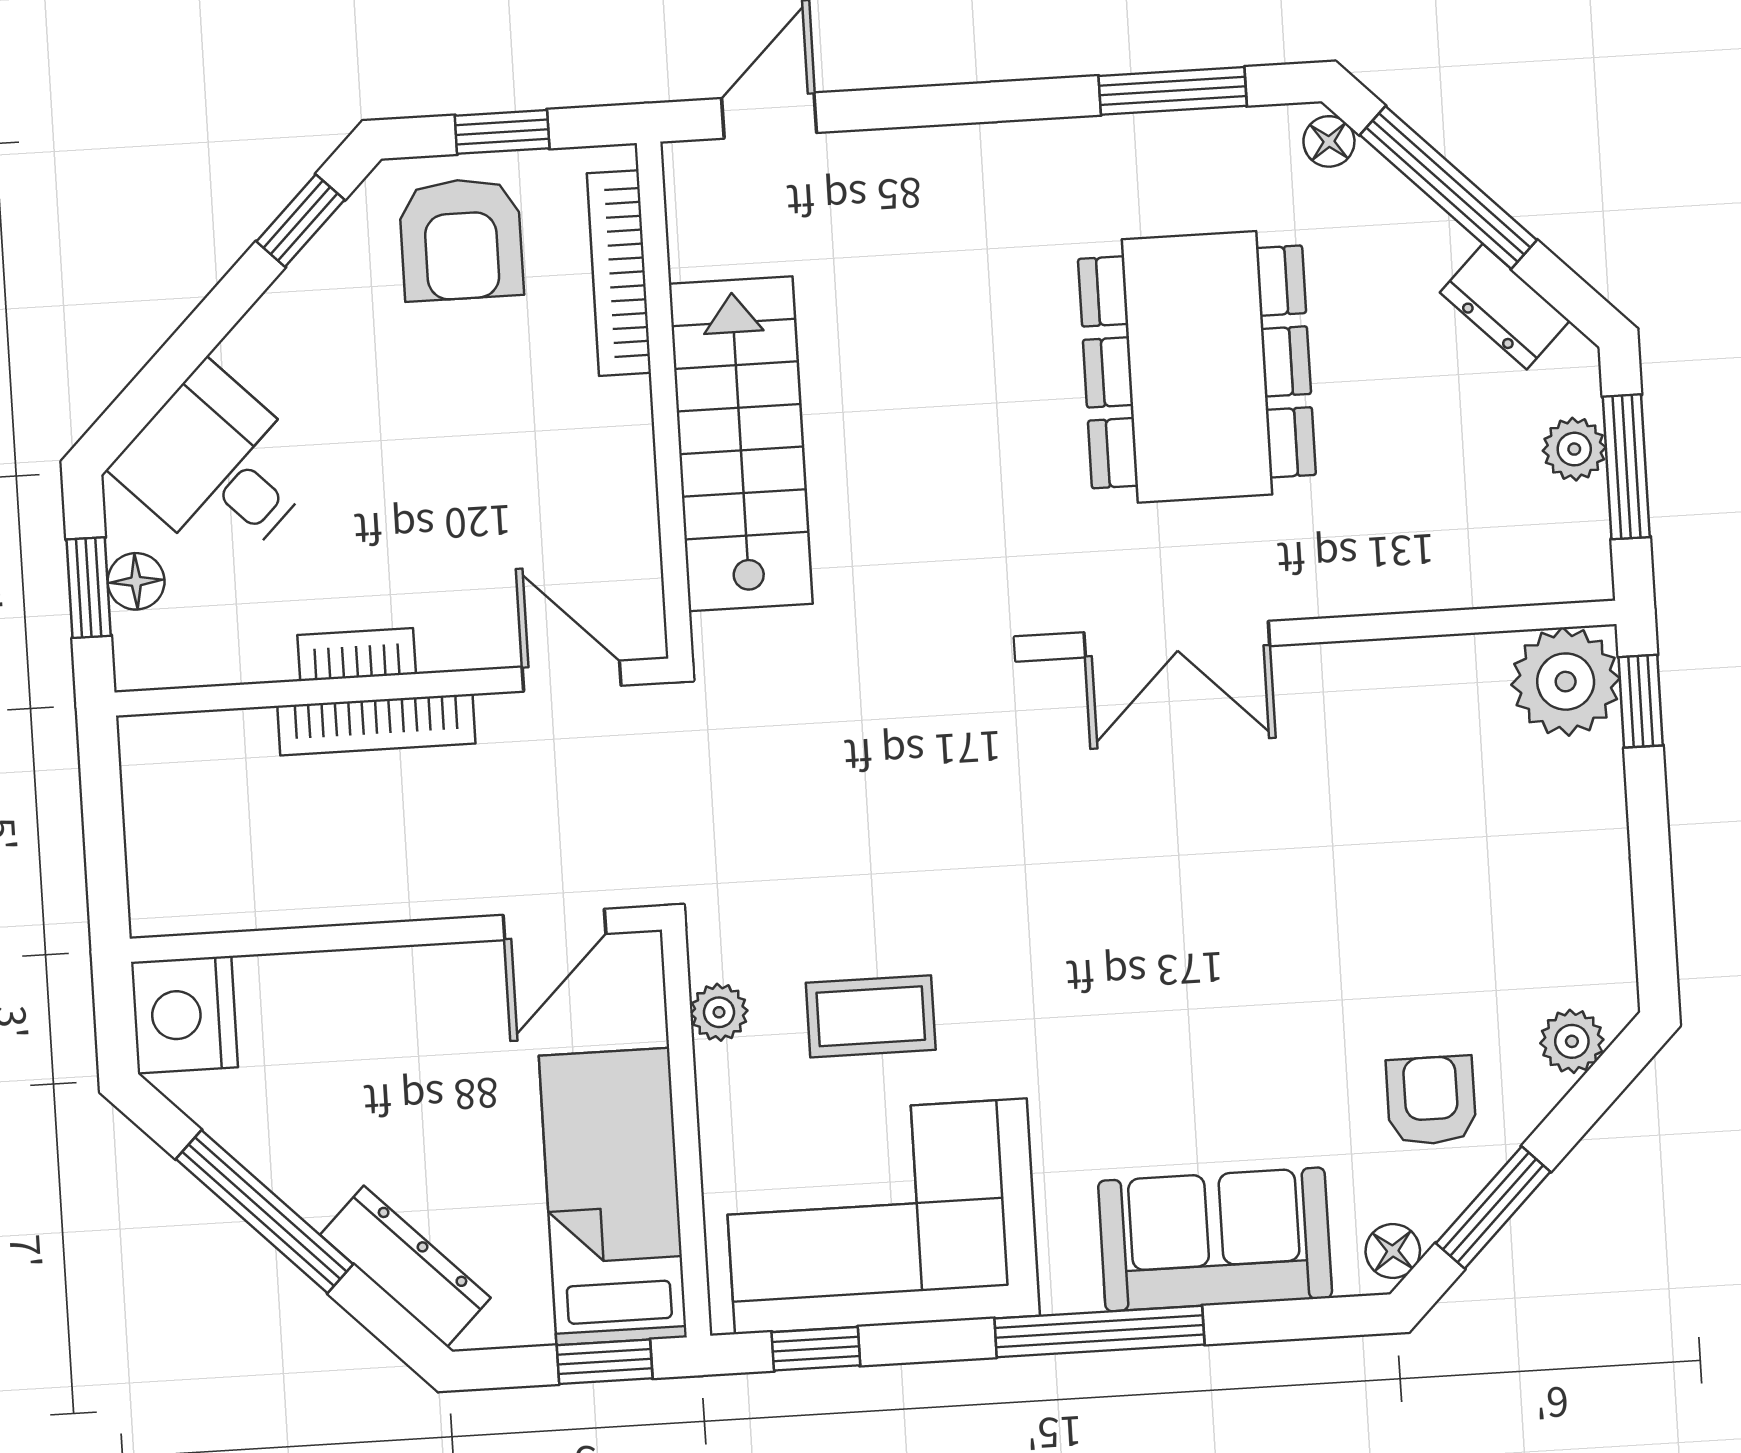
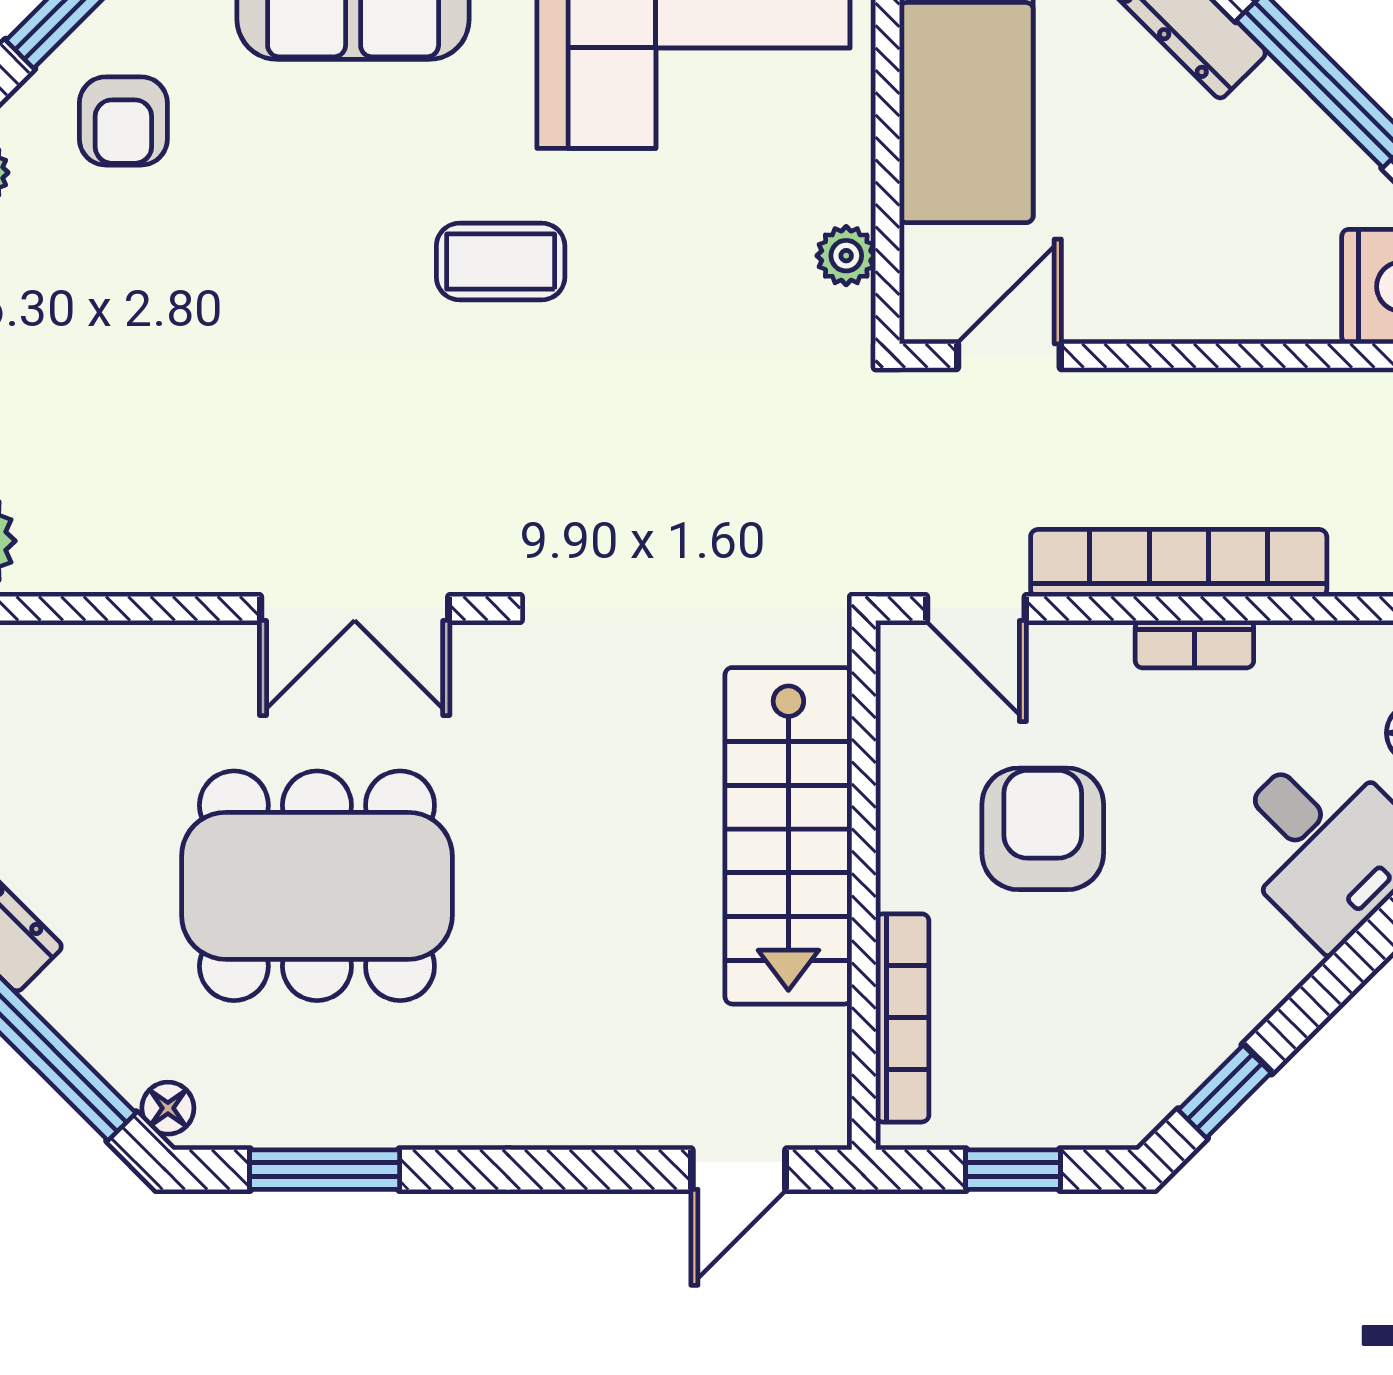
armchair: (461, 239) -> (1043, 829), moved
dining table: (1197, 367) -> (317, 886), turned 90
double door: (1177, 639) -> (355, 609), swing flipped
bookcase: (376, 725) -> (1179, 563), width x1.48, depth x1.31
coffee table: (871, 1016) -> (501, 262), moved

